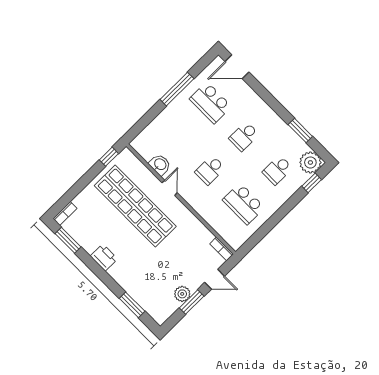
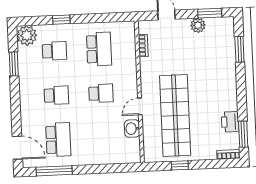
window: (177, 89) -> (54, 171), moved
window: (109, 157) -> (180, 165), moved
window: (312, 183) -> (61, 20), moved
bookcase: (221, 249) -> (143, 46), moved
printer: (104, 257) -> (230, 122), moved
window: (192, 302) -> (210, 13), moved

